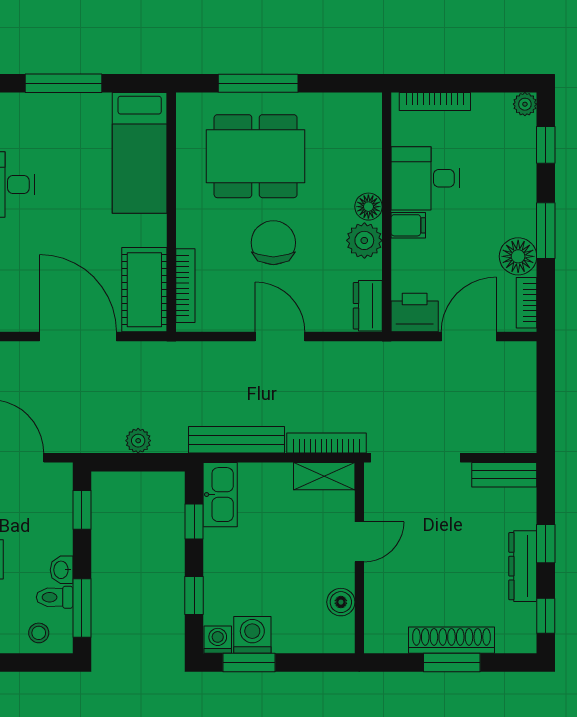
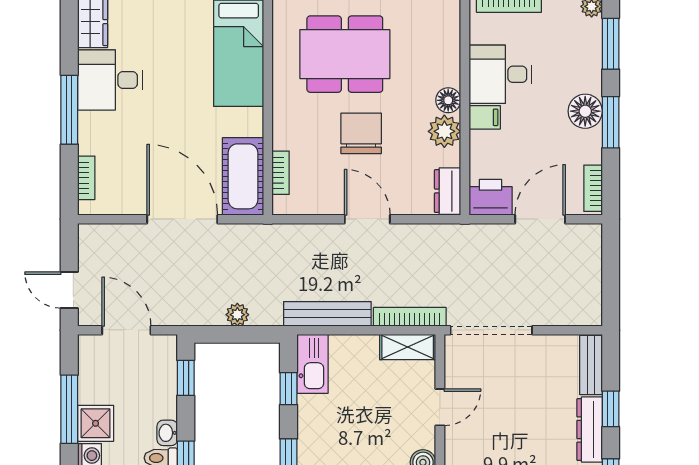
window: (546, 145) -> (611, 44), width x1.50
floor lamp: (518, 256) -> (585, 111), moved
bookcase: (185, 286) -> (281, 173), width x0.64
bench: (504, 475) -> (591, 365), moved, turned 90

